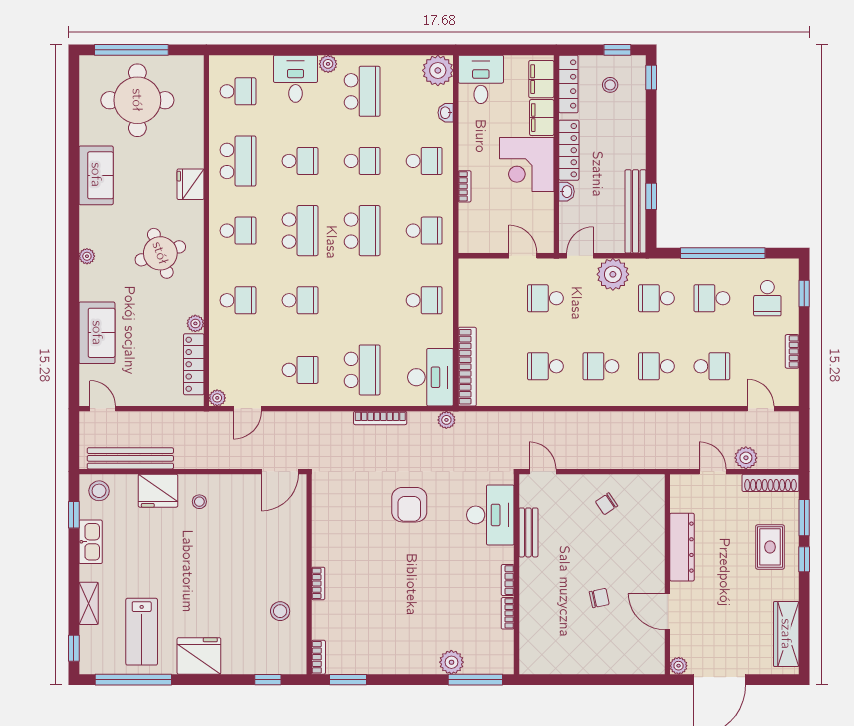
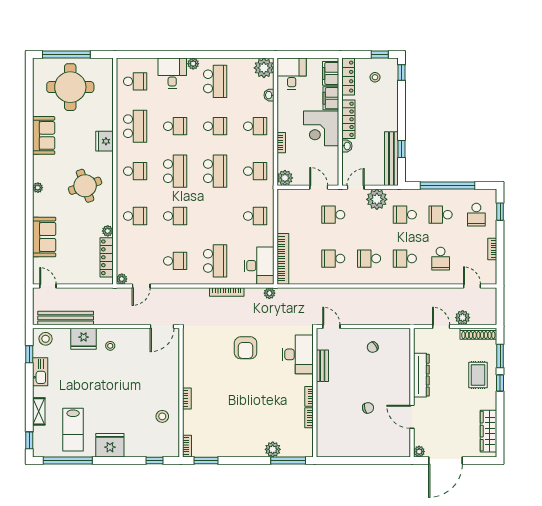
plant: (470, 241) -> (285, 178), added
school desk: (712, 366) -> (441, 259), turned 90

